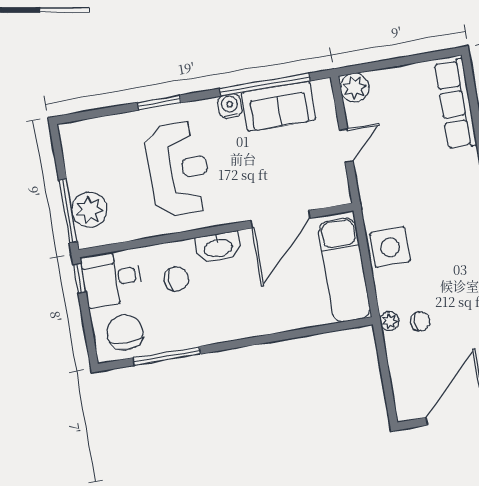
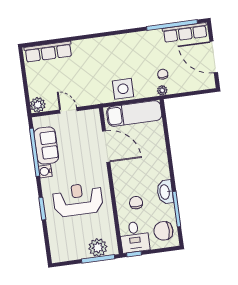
washbasin: (218, 247) -> (165, 192), moved, turned 180

